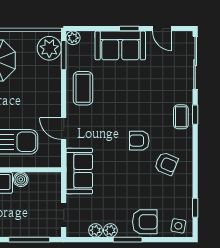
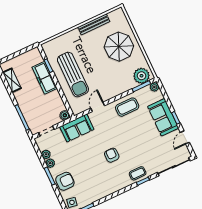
armchair: (166, 164) -> (106, 178), removed
boiler: (21, 179) -> (65, 115), moved
armchair: (145, 222) -> (65, 181), turned -90

